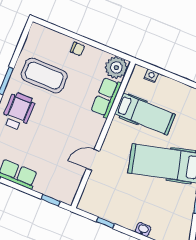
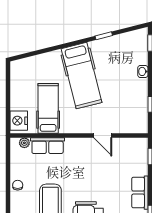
plant: (116, 68) -> (24, 143), width x0.53, depth x0.53
nightstand: (151, 76) -> (19, 121), width x1.89, depth x1.79

